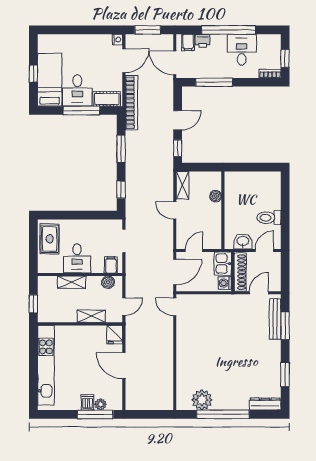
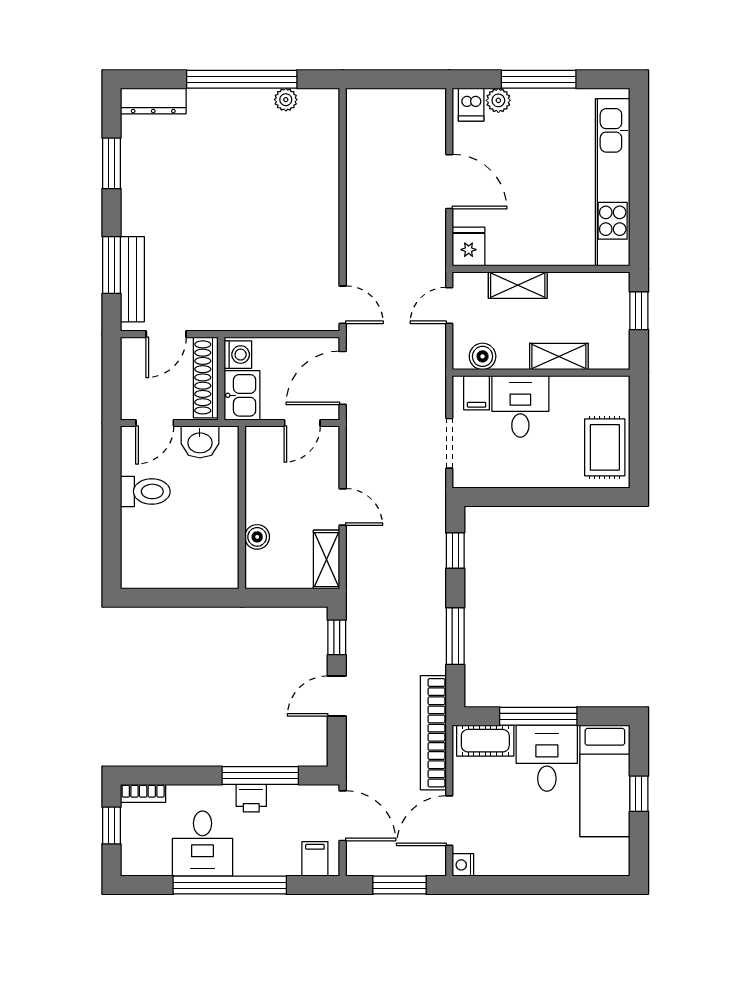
printer: (203, 41) -> (251, 798), moved, turned 180
desk: (77, 258) -> (520, 406), moved
plant: (202, 400) -> (286, 100), width x0.53, depth x0.53
dishwasher: (88, 402) -> (471, 105), moved
window: (95, 414) -> (539, 79), moved

